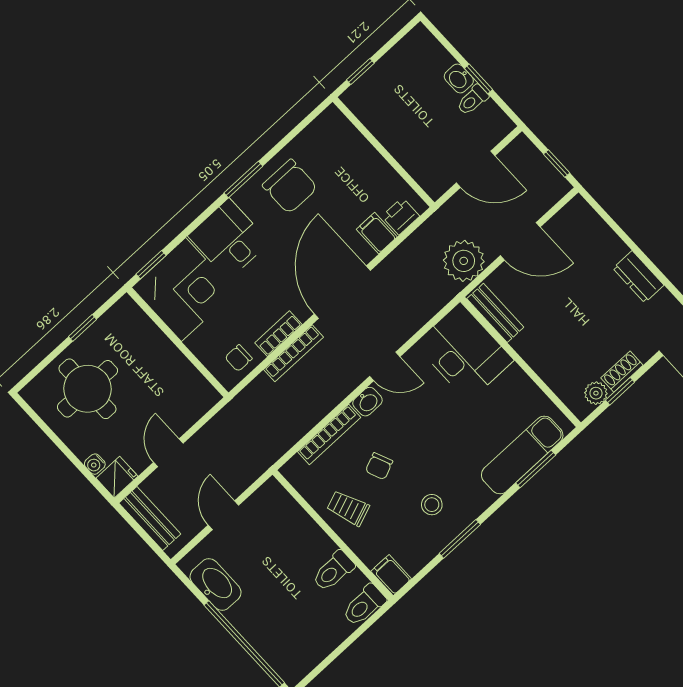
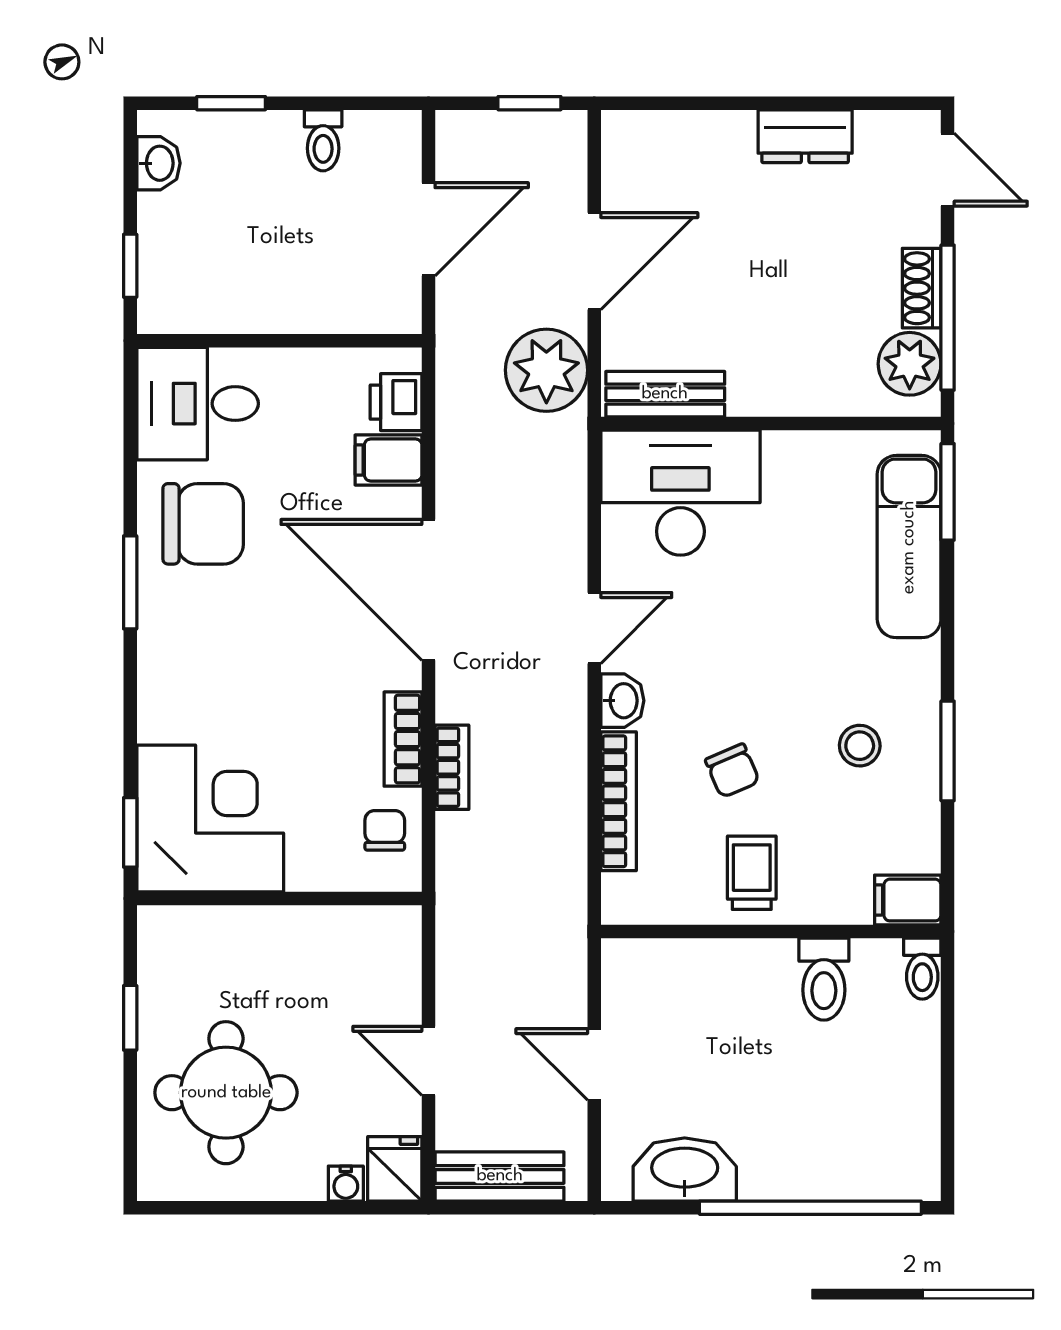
washbasin: (459, 79) -> (158, 163), moved, turned -90
window: (478, 79) -> (231, 103), moved
desk: (229, 239) -> (198, 404), moved
bookcase: (294, 353) -> (452, 767), width x0.64
chair: (239, 358) -> (385, 830), turned 180
window: (620, 391) -> (948, 318), width x2.17
plant: (596, 393) -> (910, 364), width x1.38, depth x1.38
window: (536, 469) -> (948, 492), moved
trolley: (348, 508) -> (752, 873), turned 111
toilet: (364, 605) -> (922, 969), width x0.73, depth x0.72

